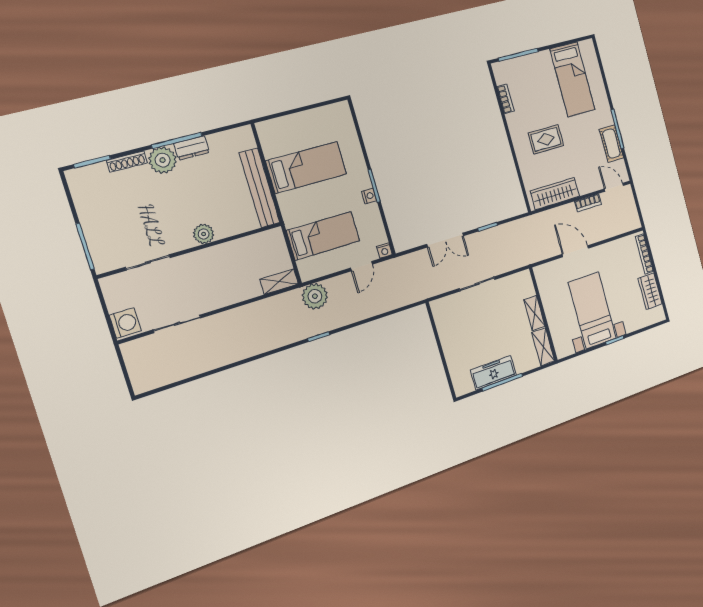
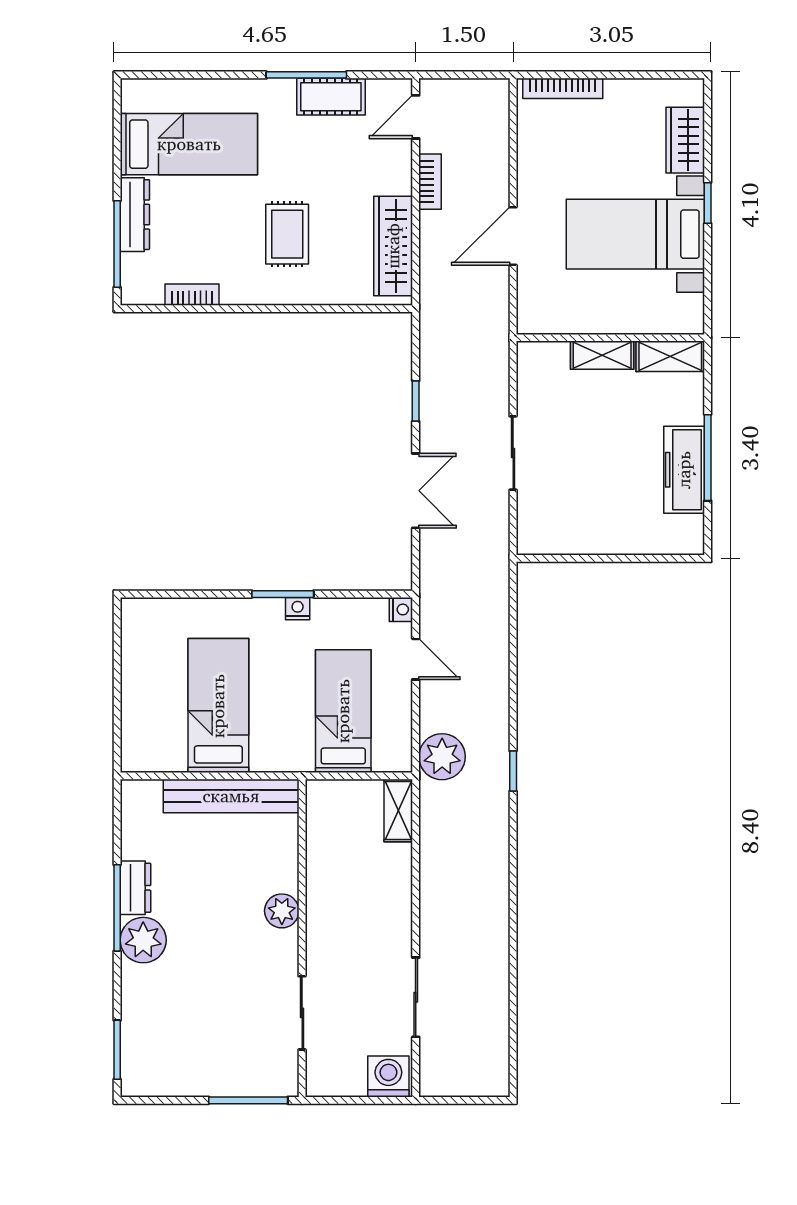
dresser: (534, 60) -> (135, 215), added
shoe rack: (127, 162) -> (131, 997), removed
wardrobe: (650, 291) -> (685, 140), moved, turned 90

